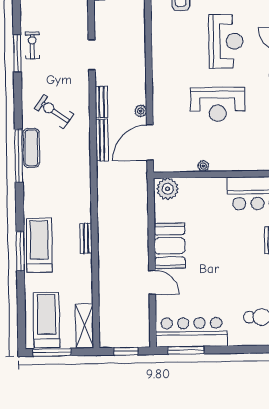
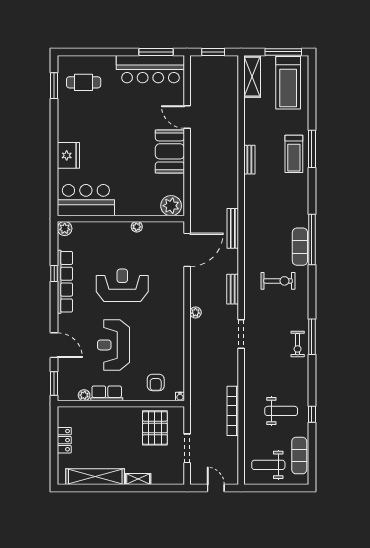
exercise bike: (54, 111) -> (278, 281), turned -35
plant: (141, 111) -> (195, 312), moved
bench: (102, 140) -> (233, 228), moved
treadmill: (39, 245) -> (294, 154), width x0.73, depth x0.73

